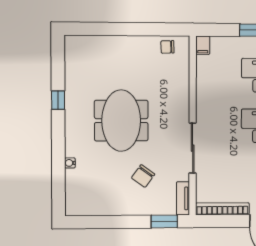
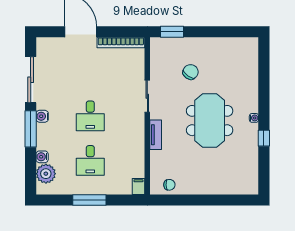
sliding door: (193, 148) -> (147, 96), width x0.73
water cooler: (70, 163) -> (254, 118), moved
tv unit: (183, 198) -> (156, 135), moved

